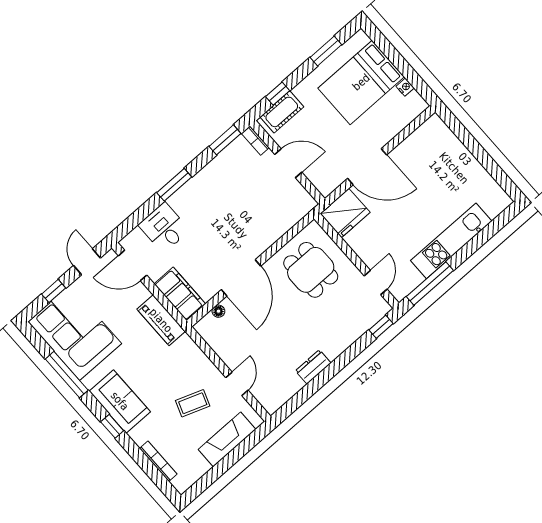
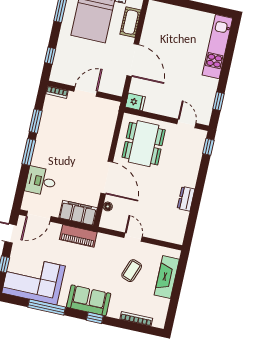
cot: (282, 112) -> (130, 22), moved
window: (225, 140) -> (36, 121), moved
door: (367, 167) -> (133, 60), hinge flipped
fridge: (345, 213) -> (135, 102), width x0.53, depth x0.75
kitchen unit: (451, 241) -> (217, 47), moved
dining table: (311, 270) -> (144, 144), width x1.38
window: (430, 284) -> (218, 101), width x0.46
door: (237, 384) -> (133, 237), moved

